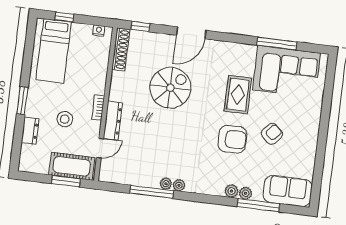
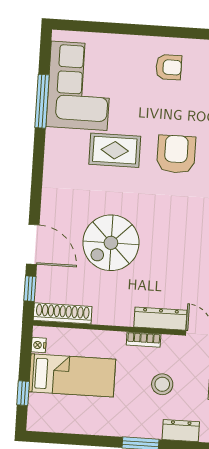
door: (191, 33) -> (33, 244), moved
bed: (54, 51) -> (72, 375), moved
spiral stairs: (170, 88) -> (111, 243), turned -90
armchair: (272, 134) -> (169, 67), moved, turned 139

